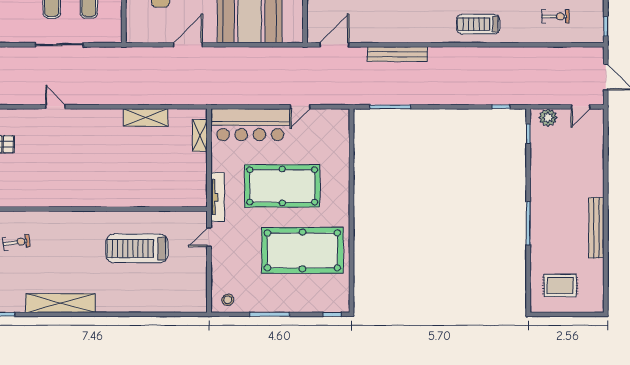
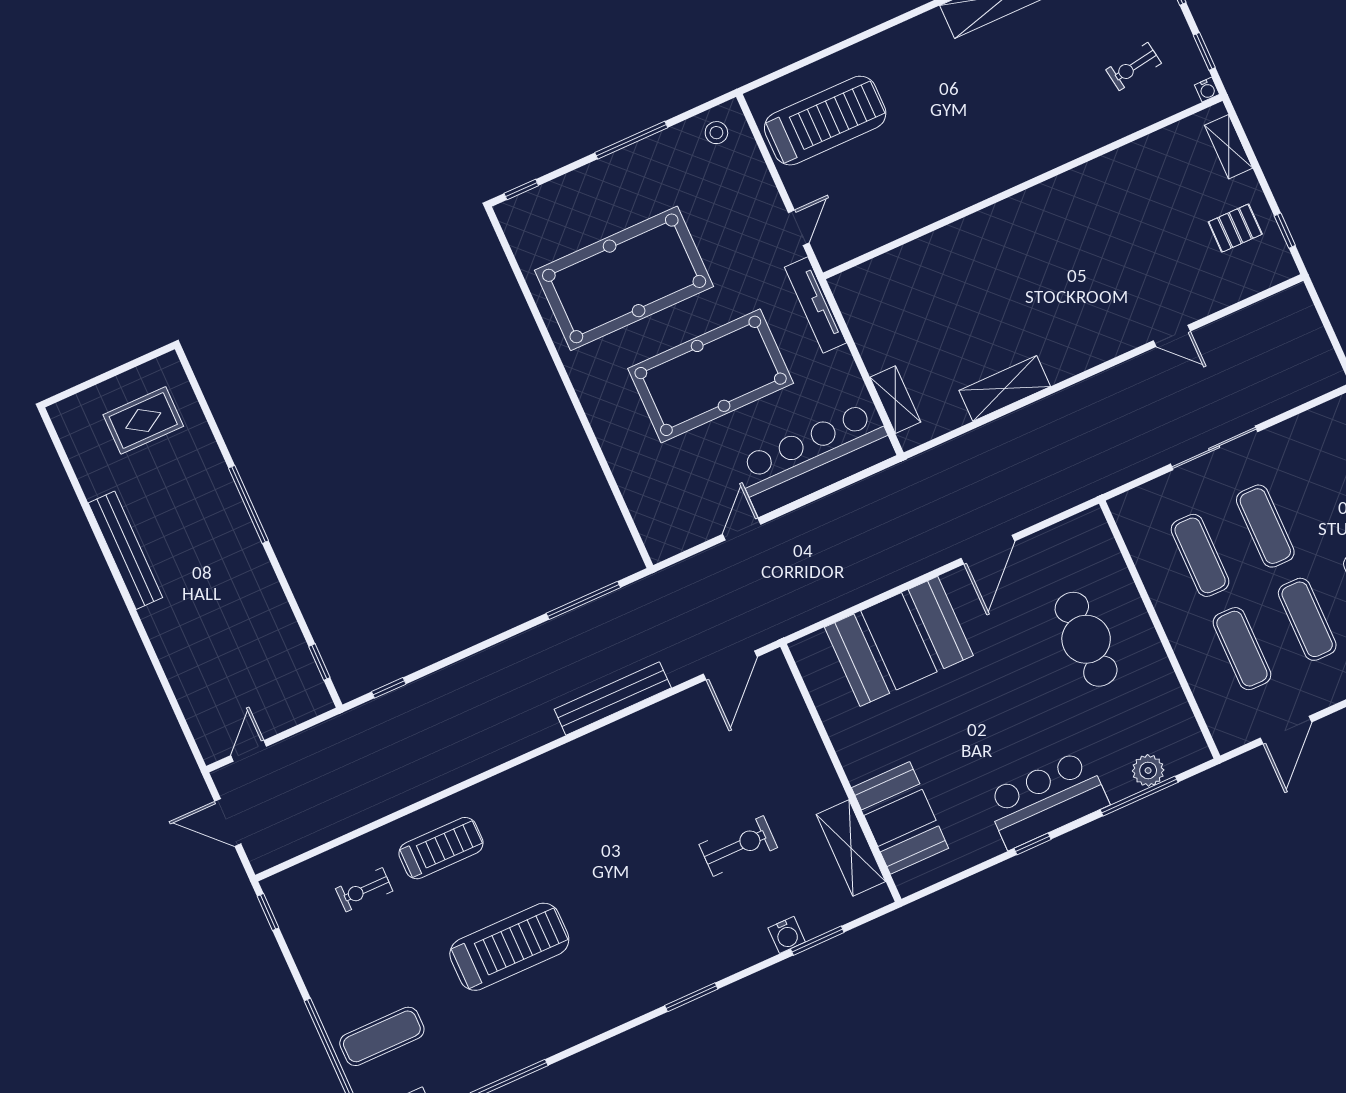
treadmill: (478, 24) -> (441, 848), moved
plant: (548, 118) -> (297, 706), removed
treadmill: (137, 248) -> (825, 121), moved

